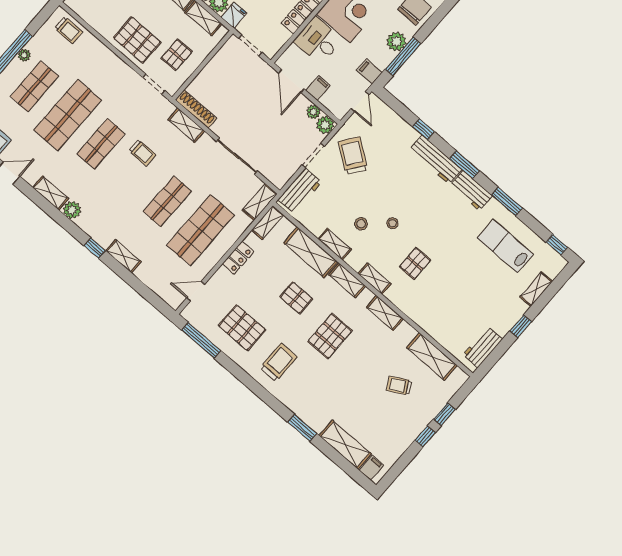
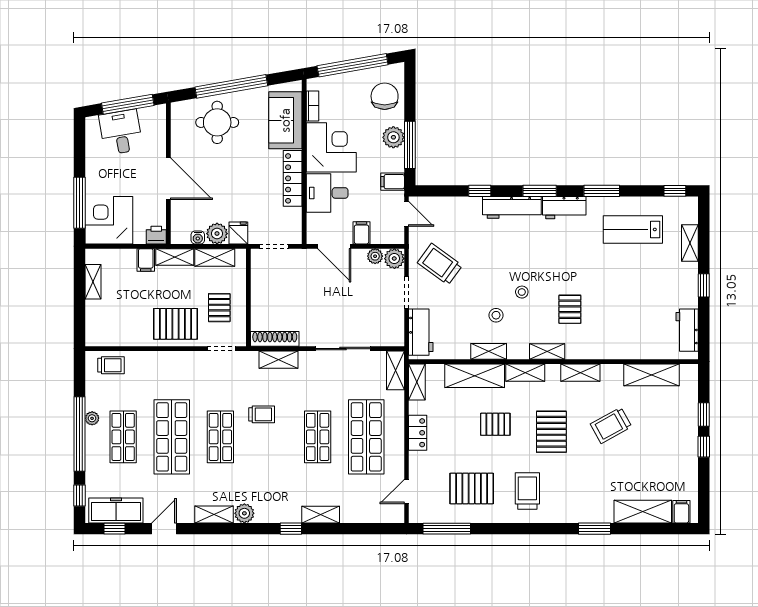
trolley: (399, 386) -> (611, 425), moved, width x1.36, depth x1.39

